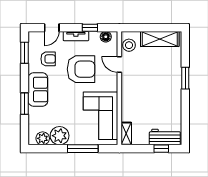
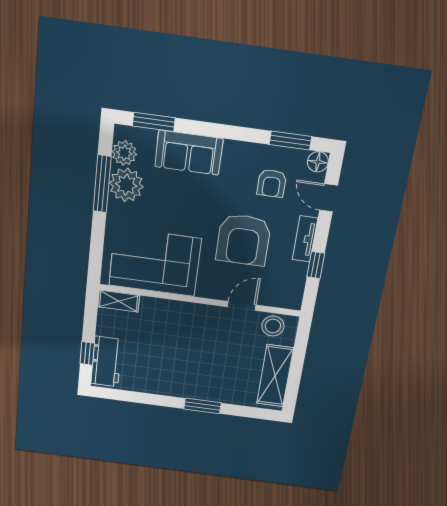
floor lamp: (106, 37) -> (318, 162), moved
sofa: (38, 90) -> (189, 153), moved
window: (24, 104) -> (154, 122), moved
window: (83, 149) -> (102, 184), moved

